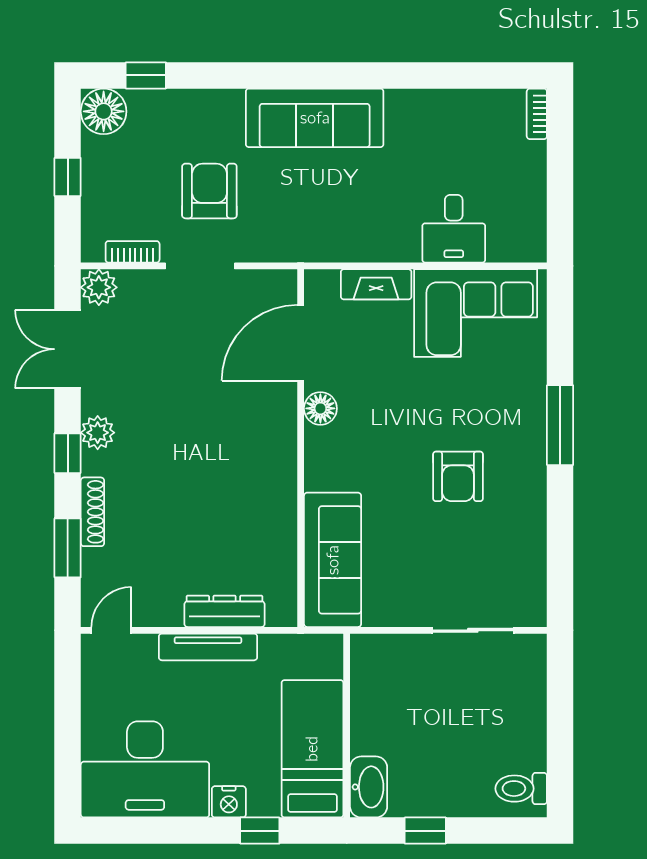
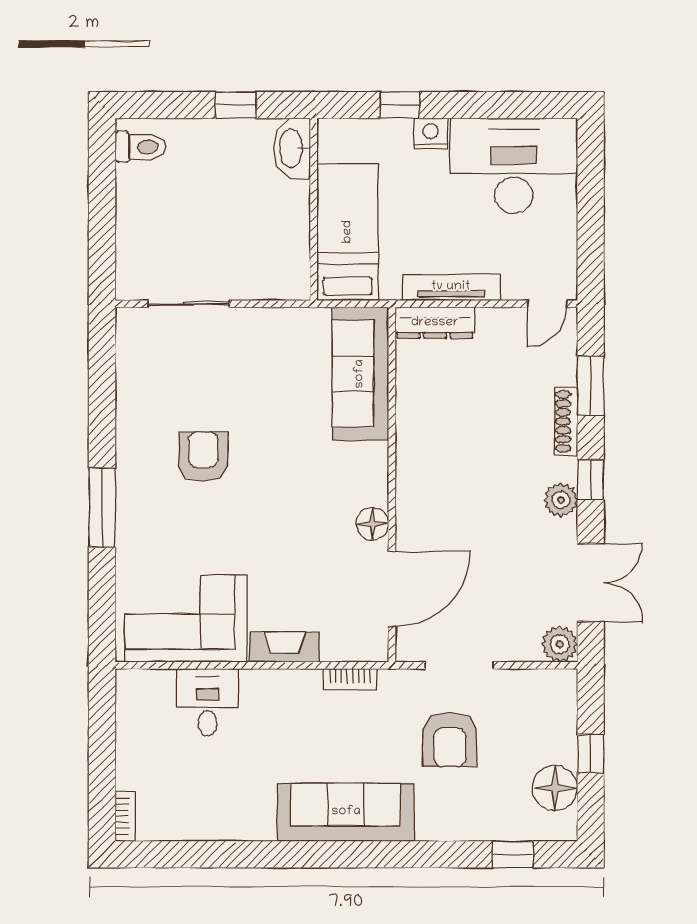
floor lamp: (104, 111) -> (555, 788), moved
bookcase: (133, 252) -> (350, 679), moved
door: (301, 343) -> (392, 589), moved
floor lamp: (320, 408) -> (372, 524), moved
wall: (301, 448) -> (392, 485), moved
sofa: (333, 560) -> (360, 374), moved
bed: (312, 749) -> (348, 232), moved, turned 180

